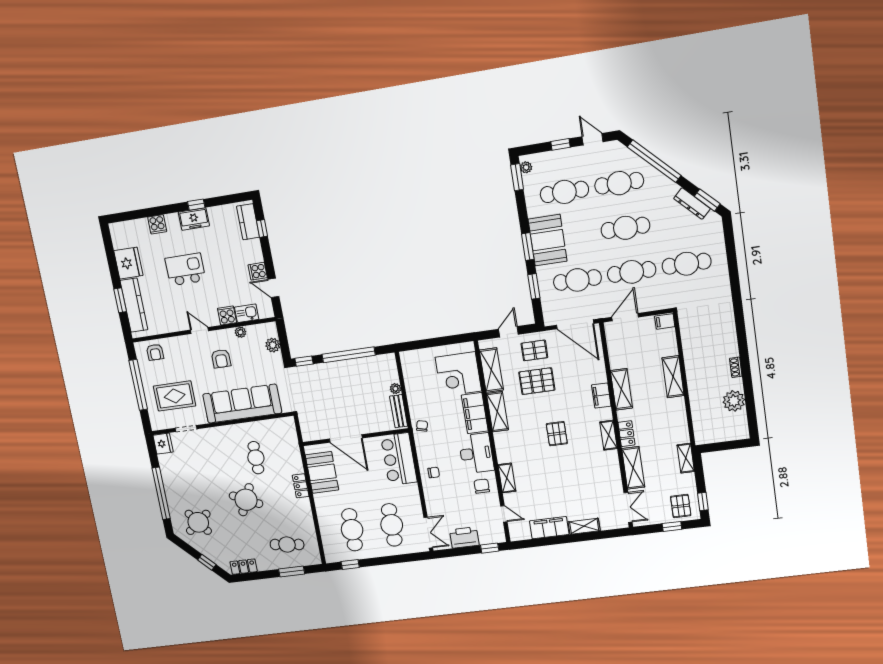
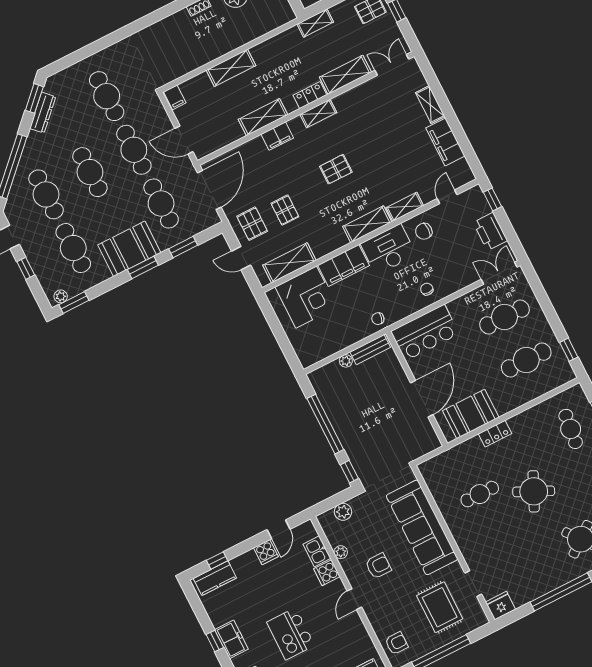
pallet: (537, 381) -> (285, 210), width x0.67, depth x0.71
shelving: (497, 412) -> (367, 224), moved

